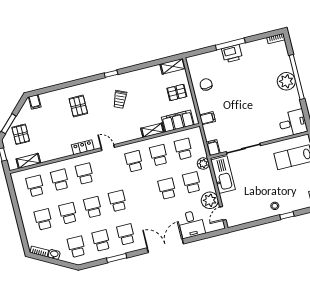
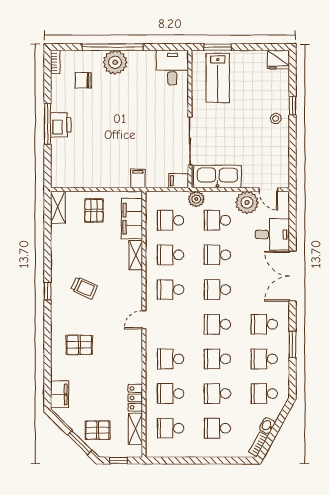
chair: (206, 84) -> (83, 80), moved
filing cabinet: (35, 102) -> (59, 394), width x2.00
locker: (83, 147) -> (135, 398), moved
school desk: (142, 195) -> (217, 290), added

